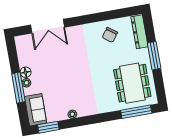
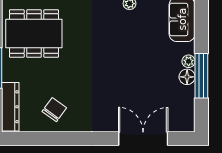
dining table: (132, 83) -> (34, 34), turned 90
window: (18, 88) -> (201, 76), moved

